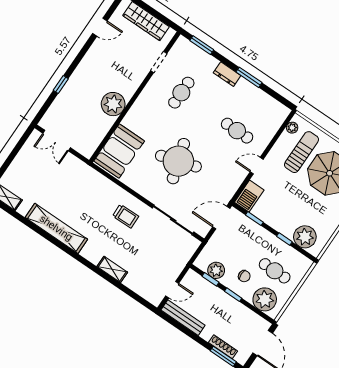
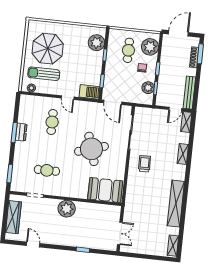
dresser: (227, 74) -> (21, 132), moved
plant: (113, 104) -> (67, 209), moved
door: (172, 290) -> (175, 109), swing flipped
shelving: (149, 295) -> (186, 122), added

